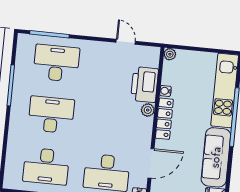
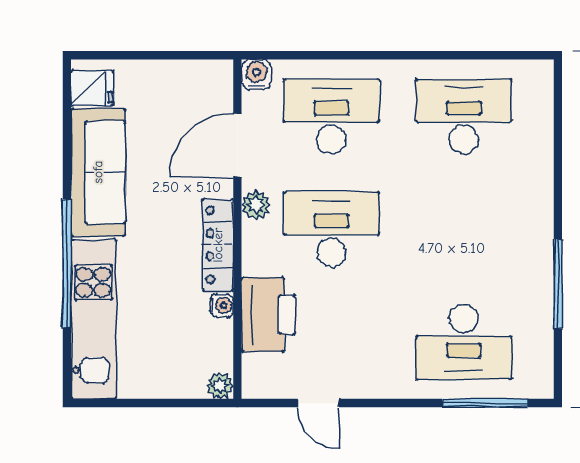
plant: (148, 110) -> (256, 205), moved
desk: (51, 115) -> (331, 229), moved, turned 180

